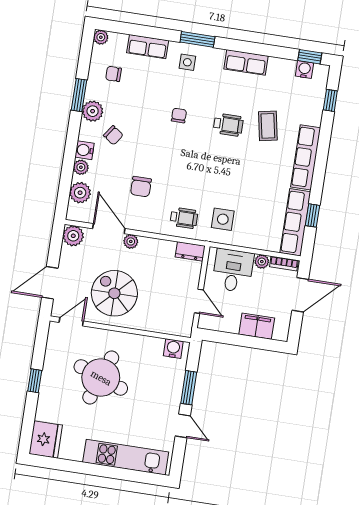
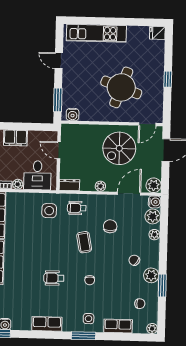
coffee table: (268, 126) -> (84, 242), moved
water cooler: (85, 150) -> (155, 202), moved
door: (109, 229) -> (129, 194), swing flipped
plant: (131, 241) -> (100, 186), moved
spiral stairs: (114, 293) -> (119, 148), turned 90
window: (189, 388) -> (58, 100), moved
fridge: (46, 440) -> (157, 33), width x0.53, depth x0.75

